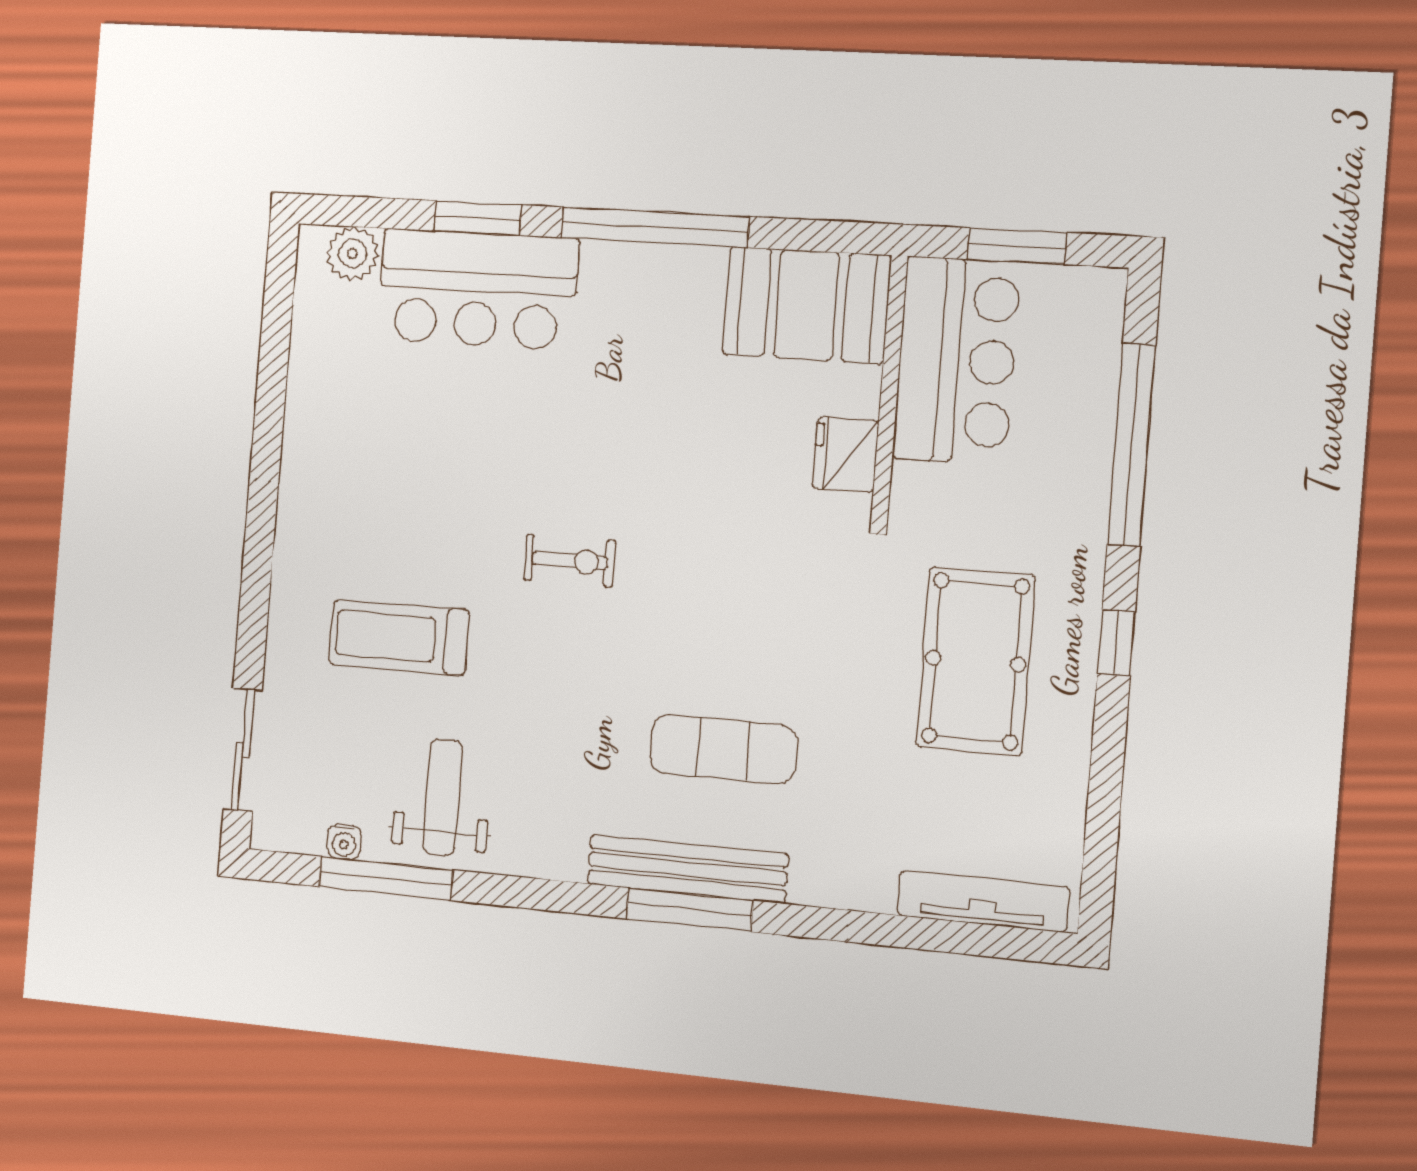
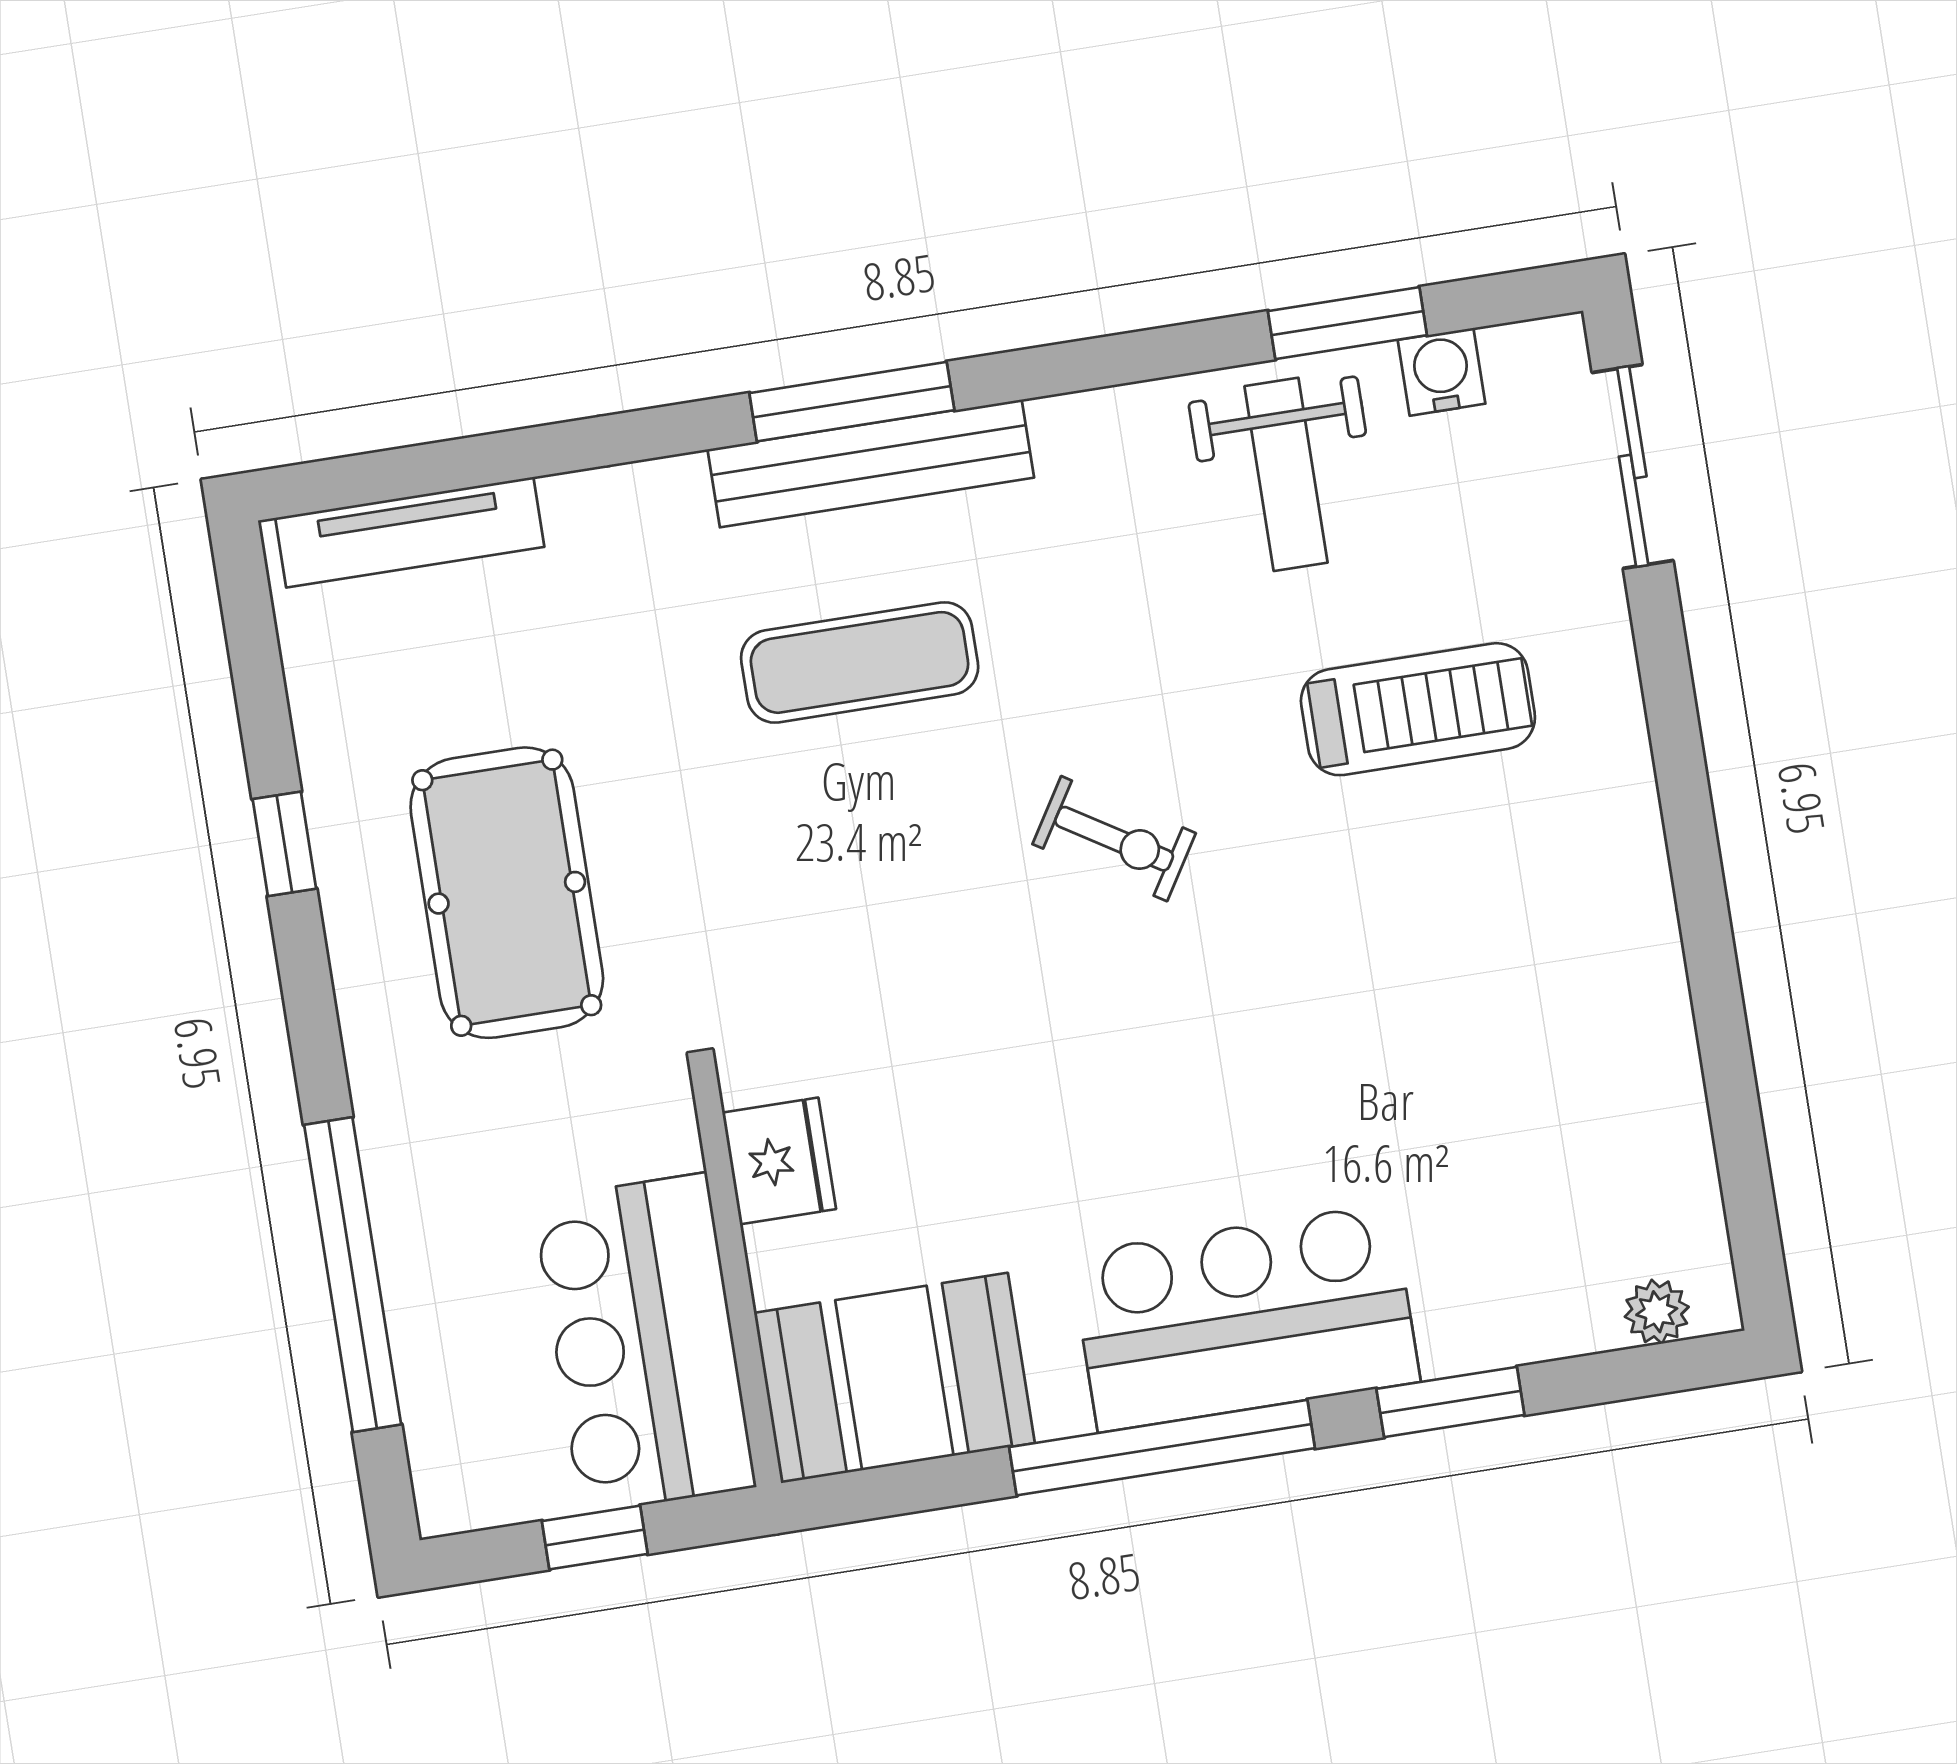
window: (1017, 246) -> (595, 1537), width x0.67
plant: (353, 254) -> (1657, 1312), width x0.73, depth x0.73
bar counter: (478, 289) -> (1245, 1318), moved
exercise bike: (570, 561) -> (1114, 839), moved, turned -148
window: (1116, 643) -> (284, 844), moved
water cooler: (344, 842) -> (1441, 372), width x1.38, depth x1.38
window: (386, 878) -> (1347, 323), width x0.69

